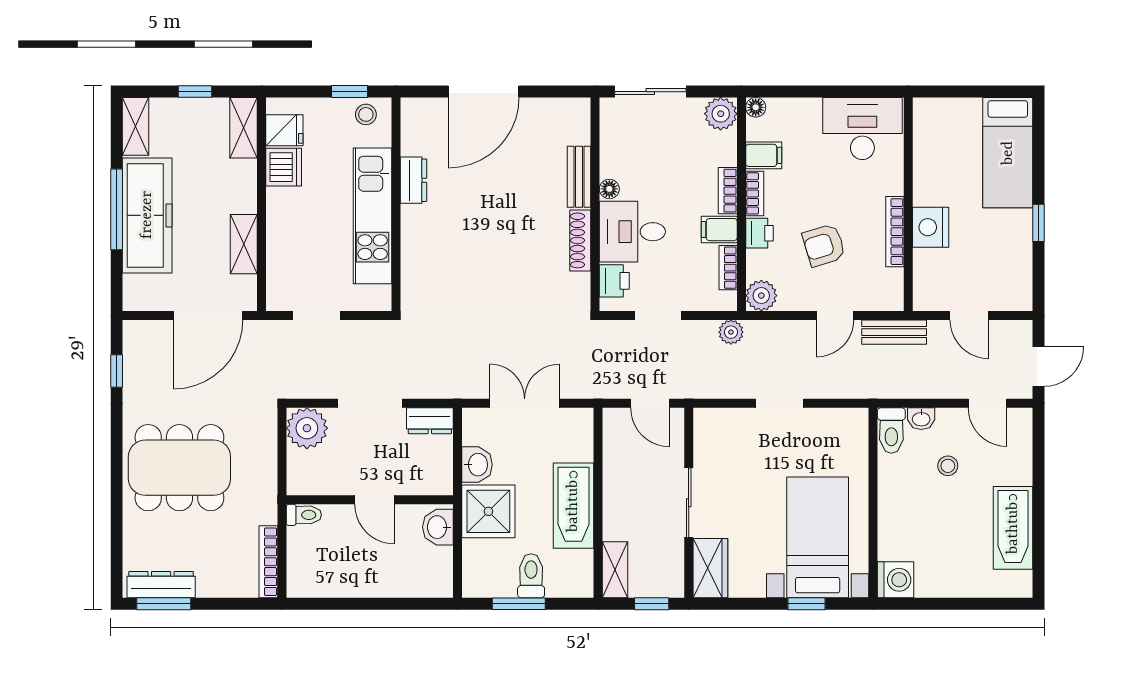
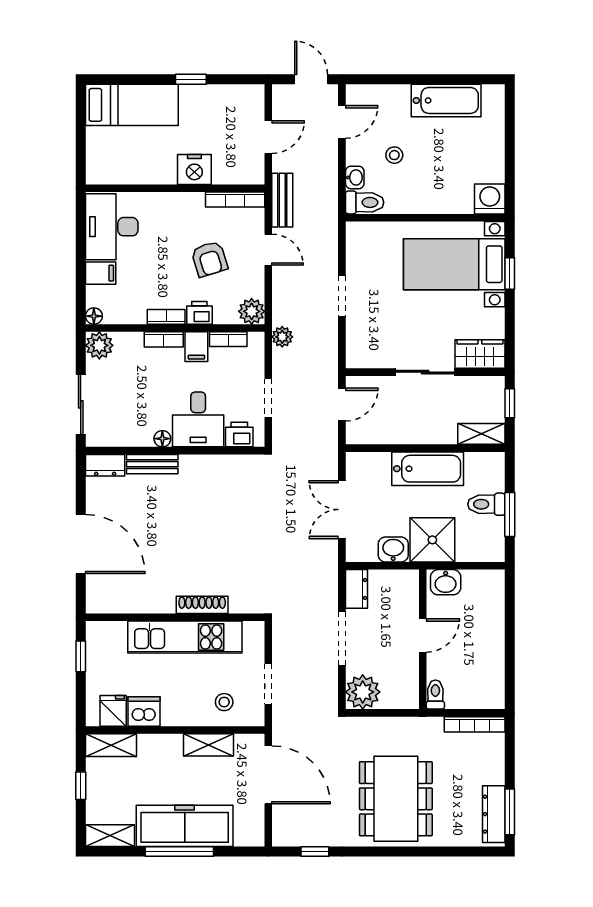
stool: (366, 114) -> (224, 702), moved
filing cabinet: (764, 155) -> (101, 273), moved, turned 90
dresser: (414, 180) -> (105, 465), moved, turned 180
bookcase: (895, 232) -> (235, 200), moved
shoe rack: (580, 240) -> (202, 605), moved, turned 180

